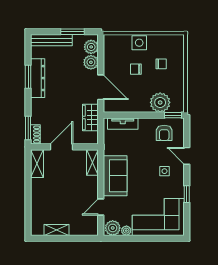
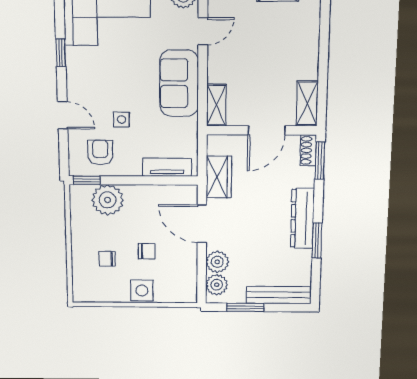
dresser: (38, 78) -> (302, 218), moved
side table: (164, 171) -> (121, 120), moved

